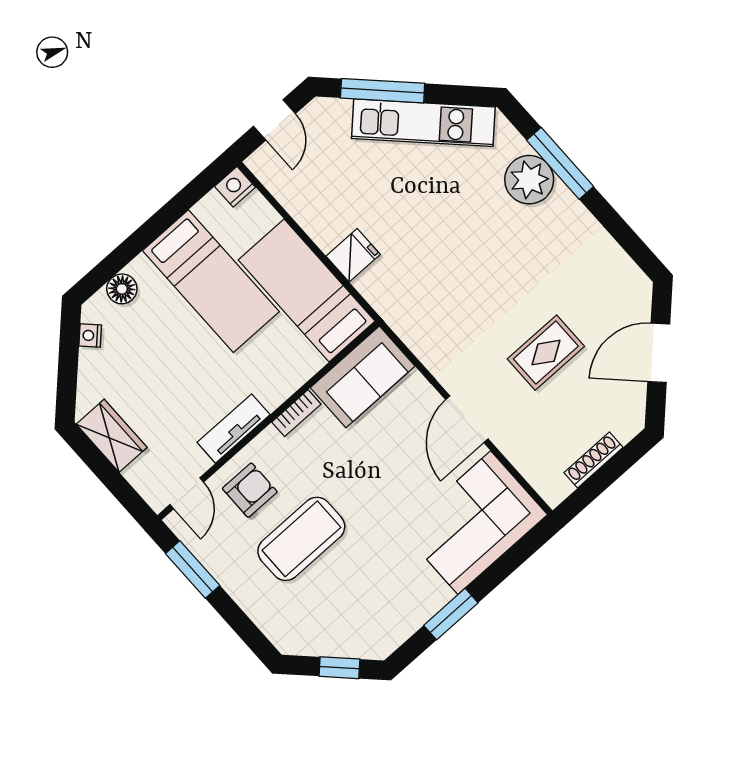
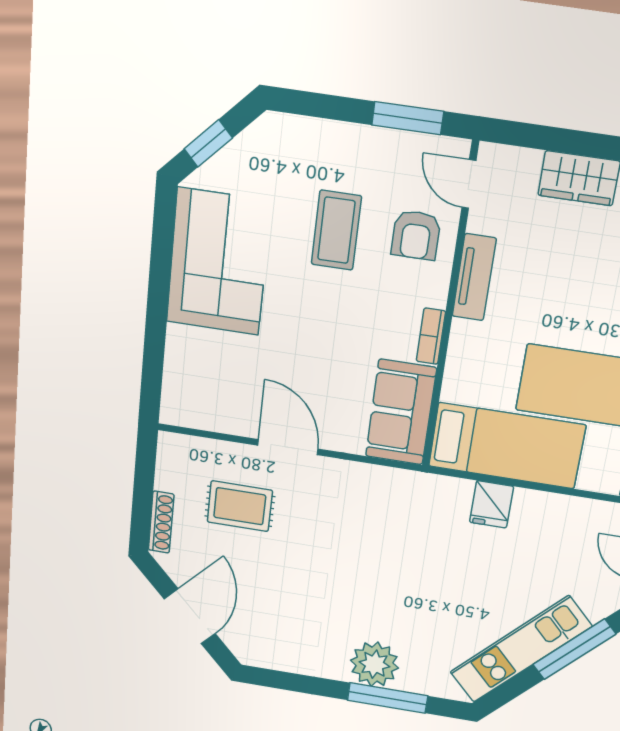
plant: (529, 180) -> (374, 664), moved
rug: (546, 353) -> (240, 506), moved, turned 90
shoe rack: (593, 460) -> (161, 522), moved
corner sofa: (474, 523) -> (218, 262), moved
coffee table: (301, 539) -> (336, 230), width x0.73, depth x0.76
window: (451, 614) -> (160, 274), removed

